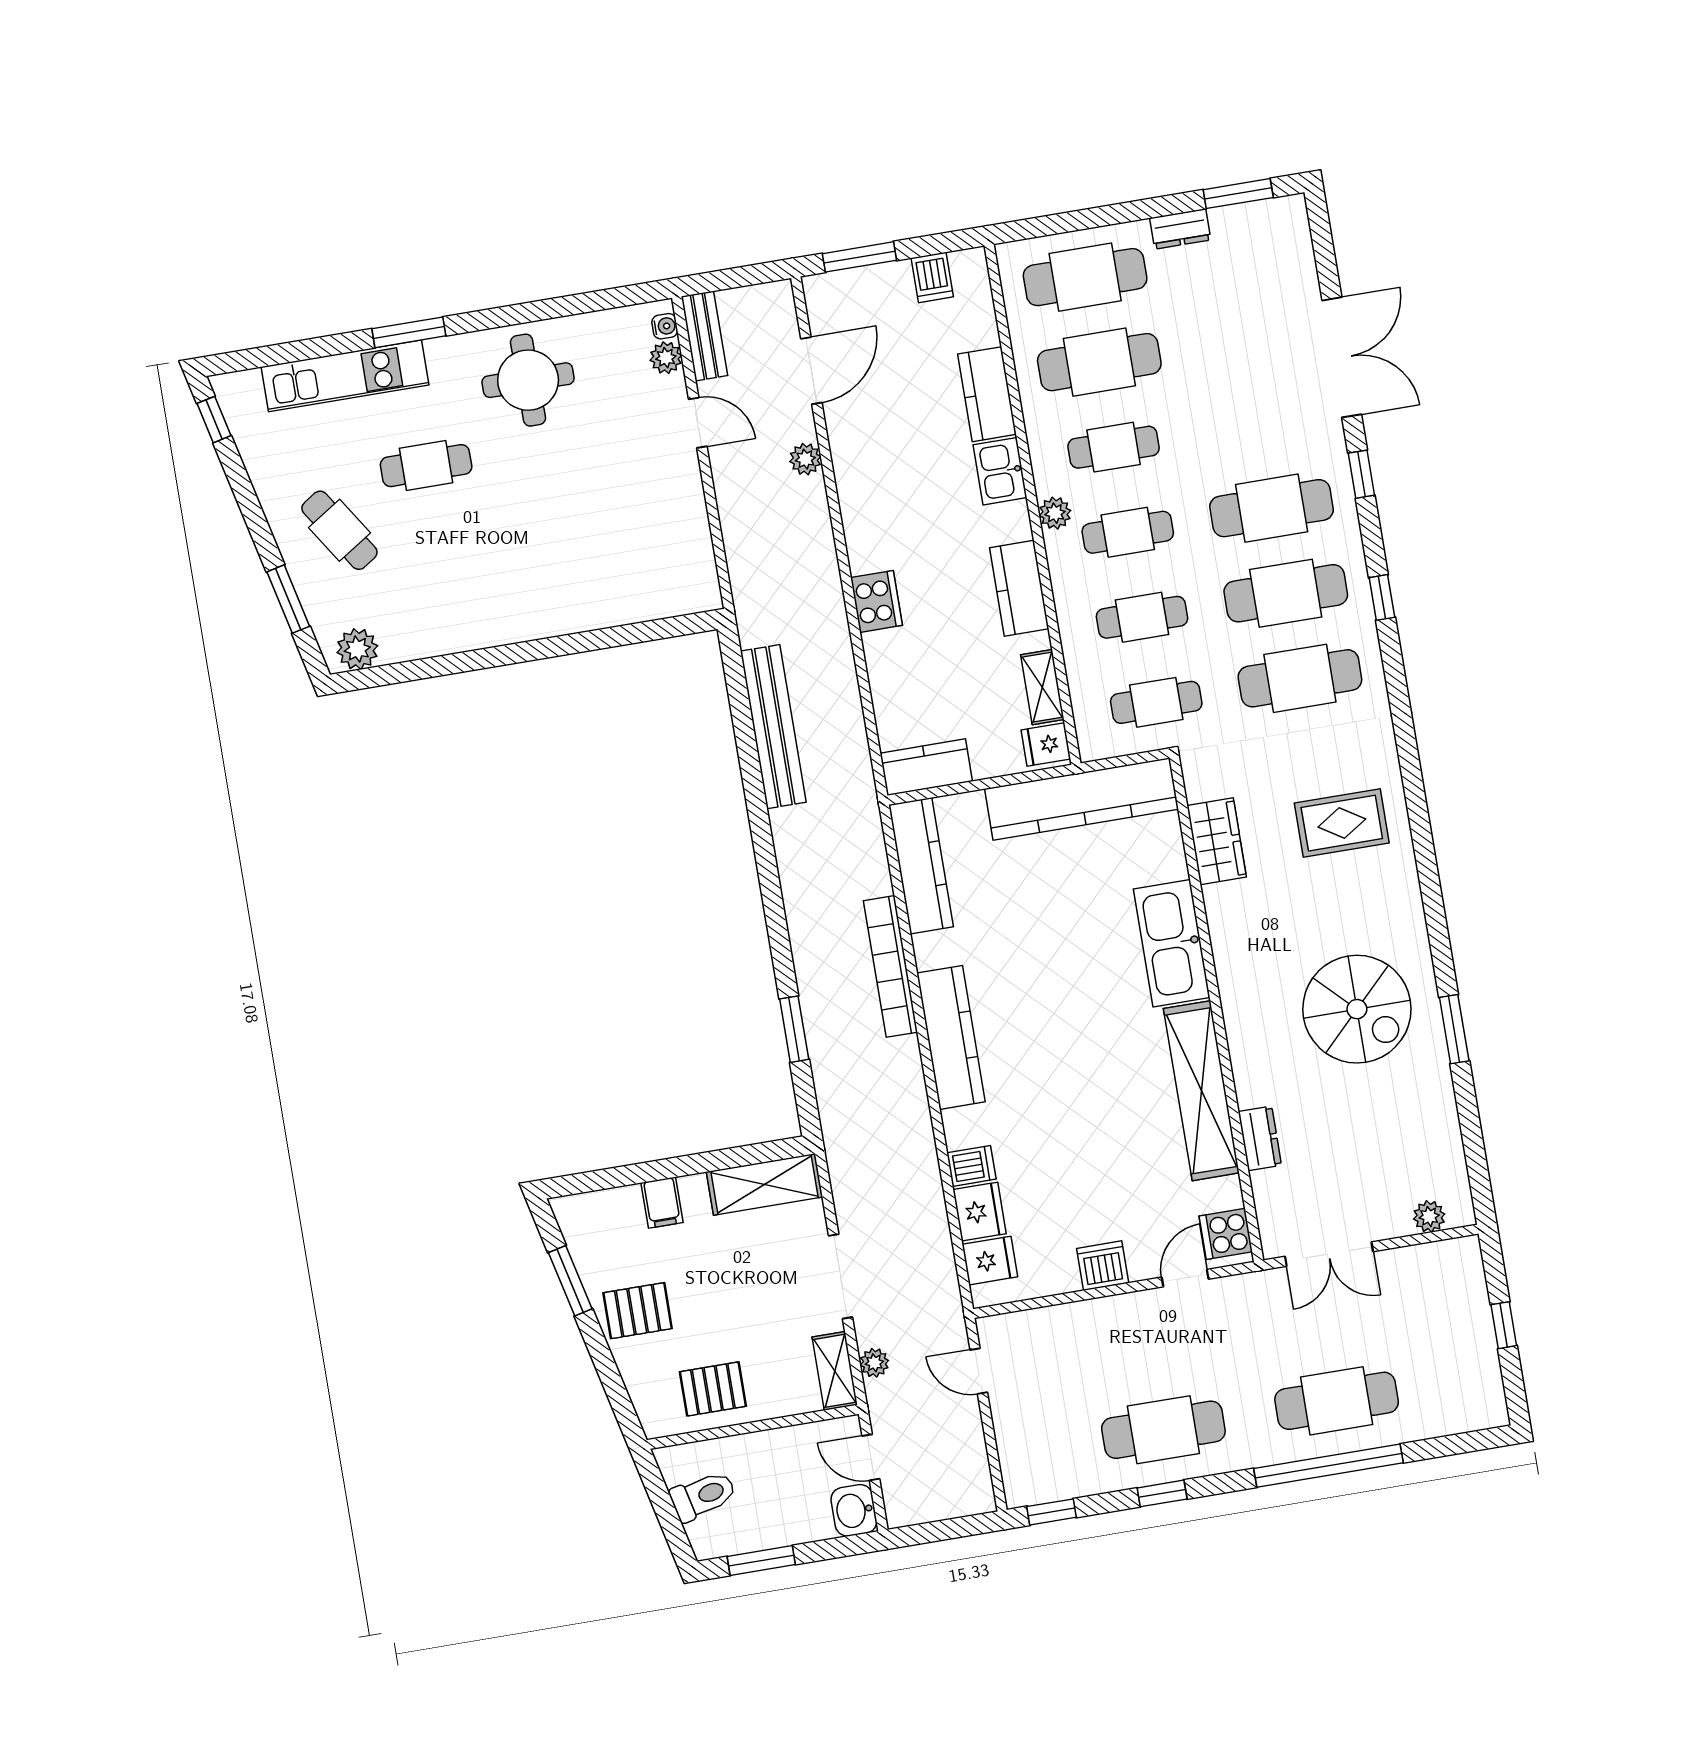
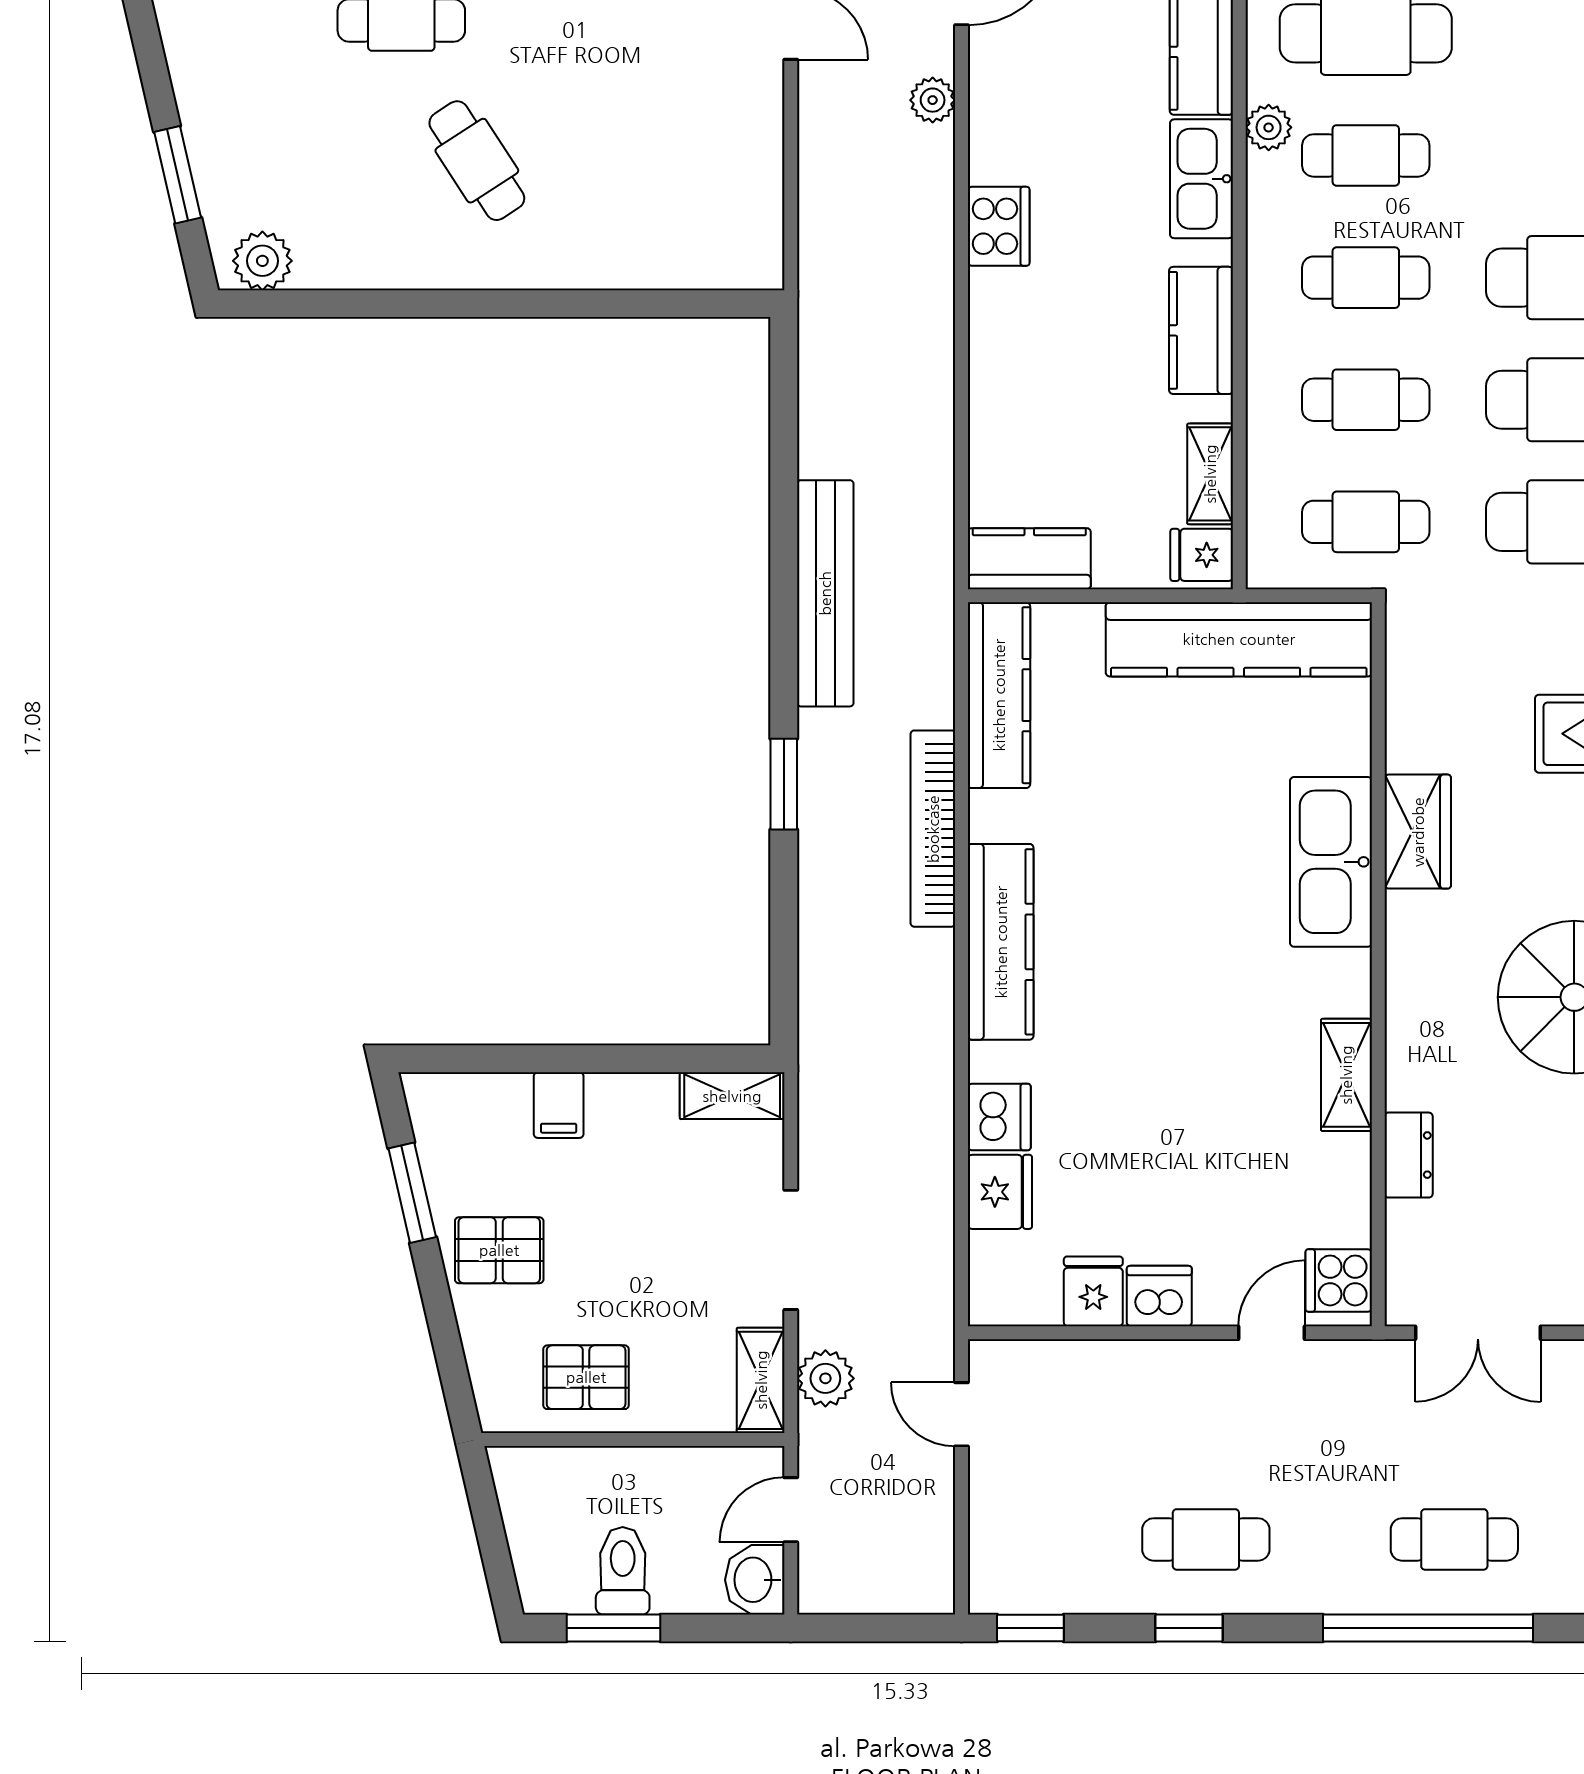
kitchen sink: (1000, 471) -> (1201, 179), width x1.38
plant: (1055, 513) -> (1269, 127), moved
cafe table: (339, 530) -> (477, 161), moved
cooker: (876, 601) -> (999, 226), moved
bench: (773, 727) -> (825, 593), moved
wardrobe: (1217, 841) -> (1418, 832), moved
window: (794, 1029) -> (784, 784), moved
shelving: (1201, 1091) -> (1346, 1075), width x0.45, depth x0.75
dishwasher: (971, 1166) -> (999, 1117), width x1.38
shelving: (764, 1184) -> (732, 1096), width x0.67, depth x0.75
fridge: (990, 1261) -> (1093, 1291), moved, turned -90
plant: (874, 1363) -> (825, 1378), width x1.38, depth x1.38
cafe table: (1337, 1401) -> (1454, 1539), width x0.73, depth x0.74
cafe table: (1163, 1430) -> (1206, 1539), width x0.73, depth x0.74
door: (871, 1457) -> (791, 1510), hinge flipped
toilet: (703, 1496) -> (623, 1571), moved, turned -77

